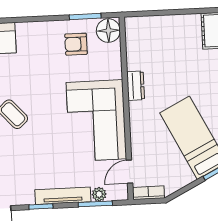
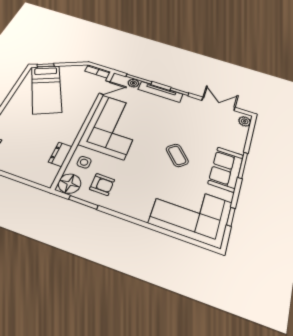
side table: (106, 61) -> (84, 162), added
dresser: (136, 86) -> (60, 154), moved

